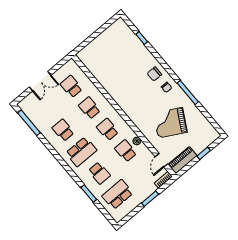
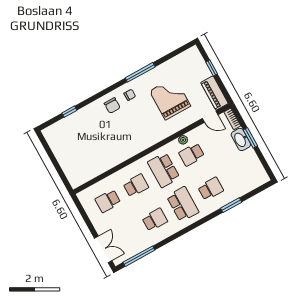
double door: (40, 81) -> (103, 249), moved
school desk: (89, 108) -> (136, 185), turned 180
grand piano: (170, 123) -> (170, 98), turned 151
school desk: (108, 129) -> (164, 170), width x1.85
school desk: (63, 130) -> (155, 220), turned 180
washbasin: (147, 191) -> (241, 139), added
school desk: (117, 195) -> (239, 173), removed

